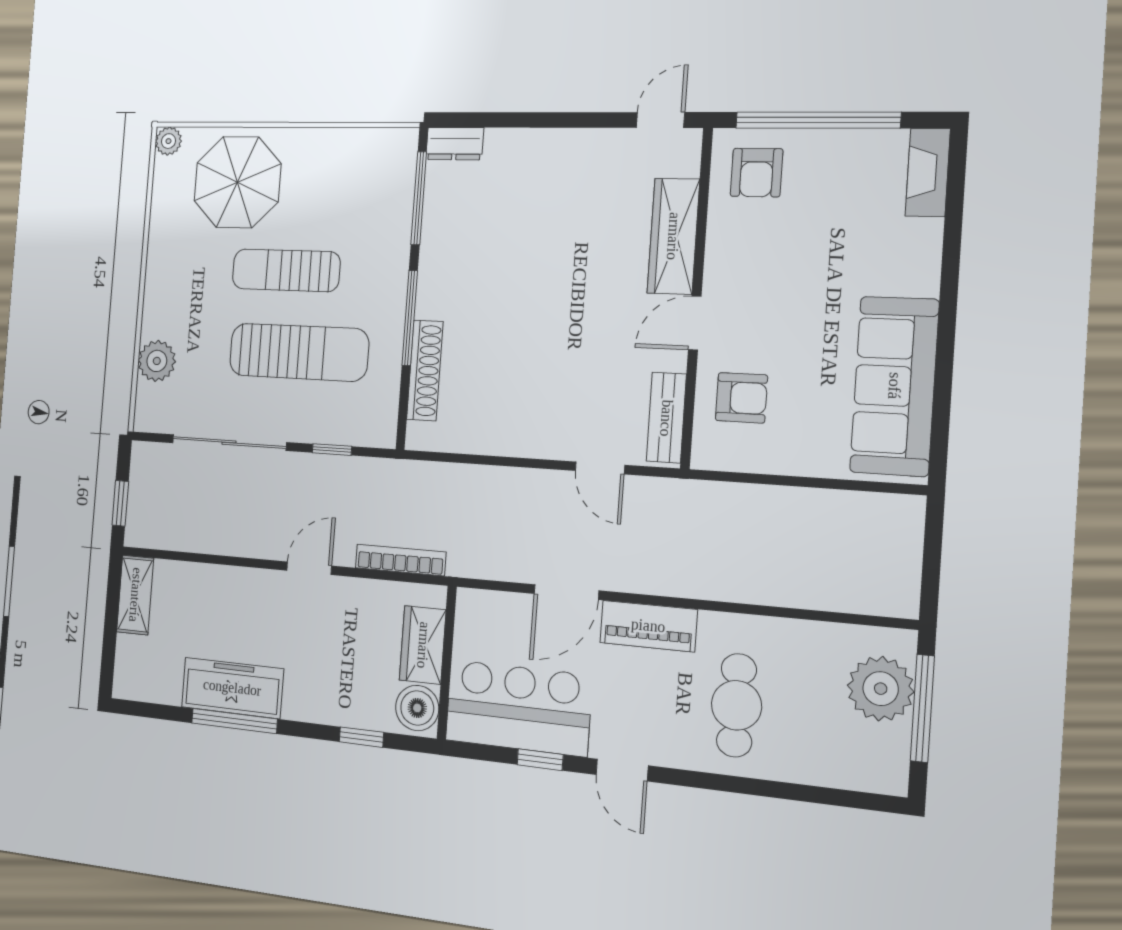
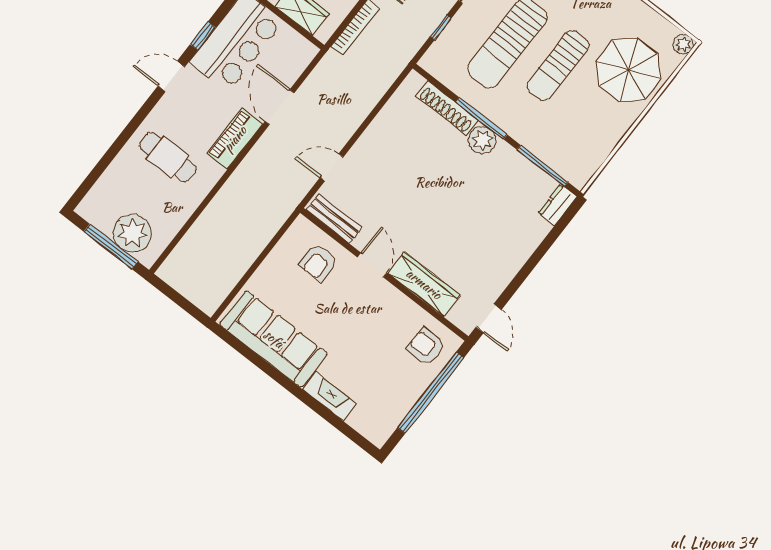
fireplace: (928, 172) -> (330, 397), moved
sun lounger: (286, 270) -> (558, 66), turned 180
plant: (436, 297) -> (482, 140), added

